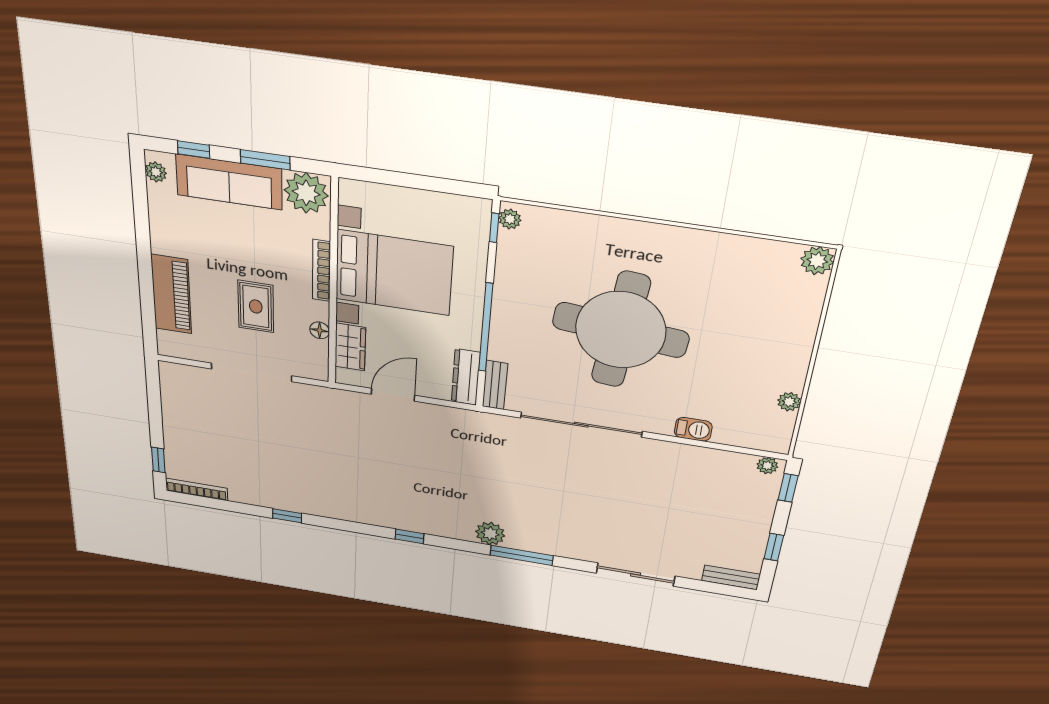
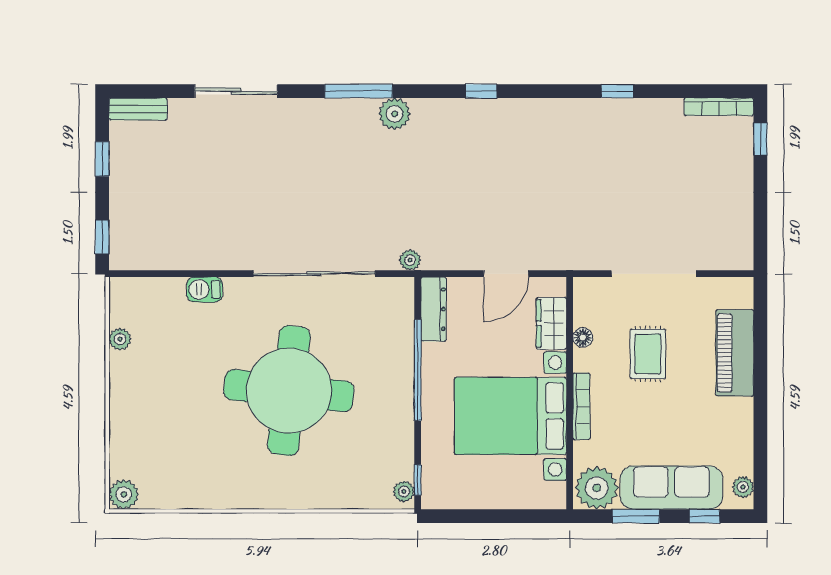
bench: (495, 385) -> (404, 305), removed
plant: (767, 466) -> (410, 260), moved

